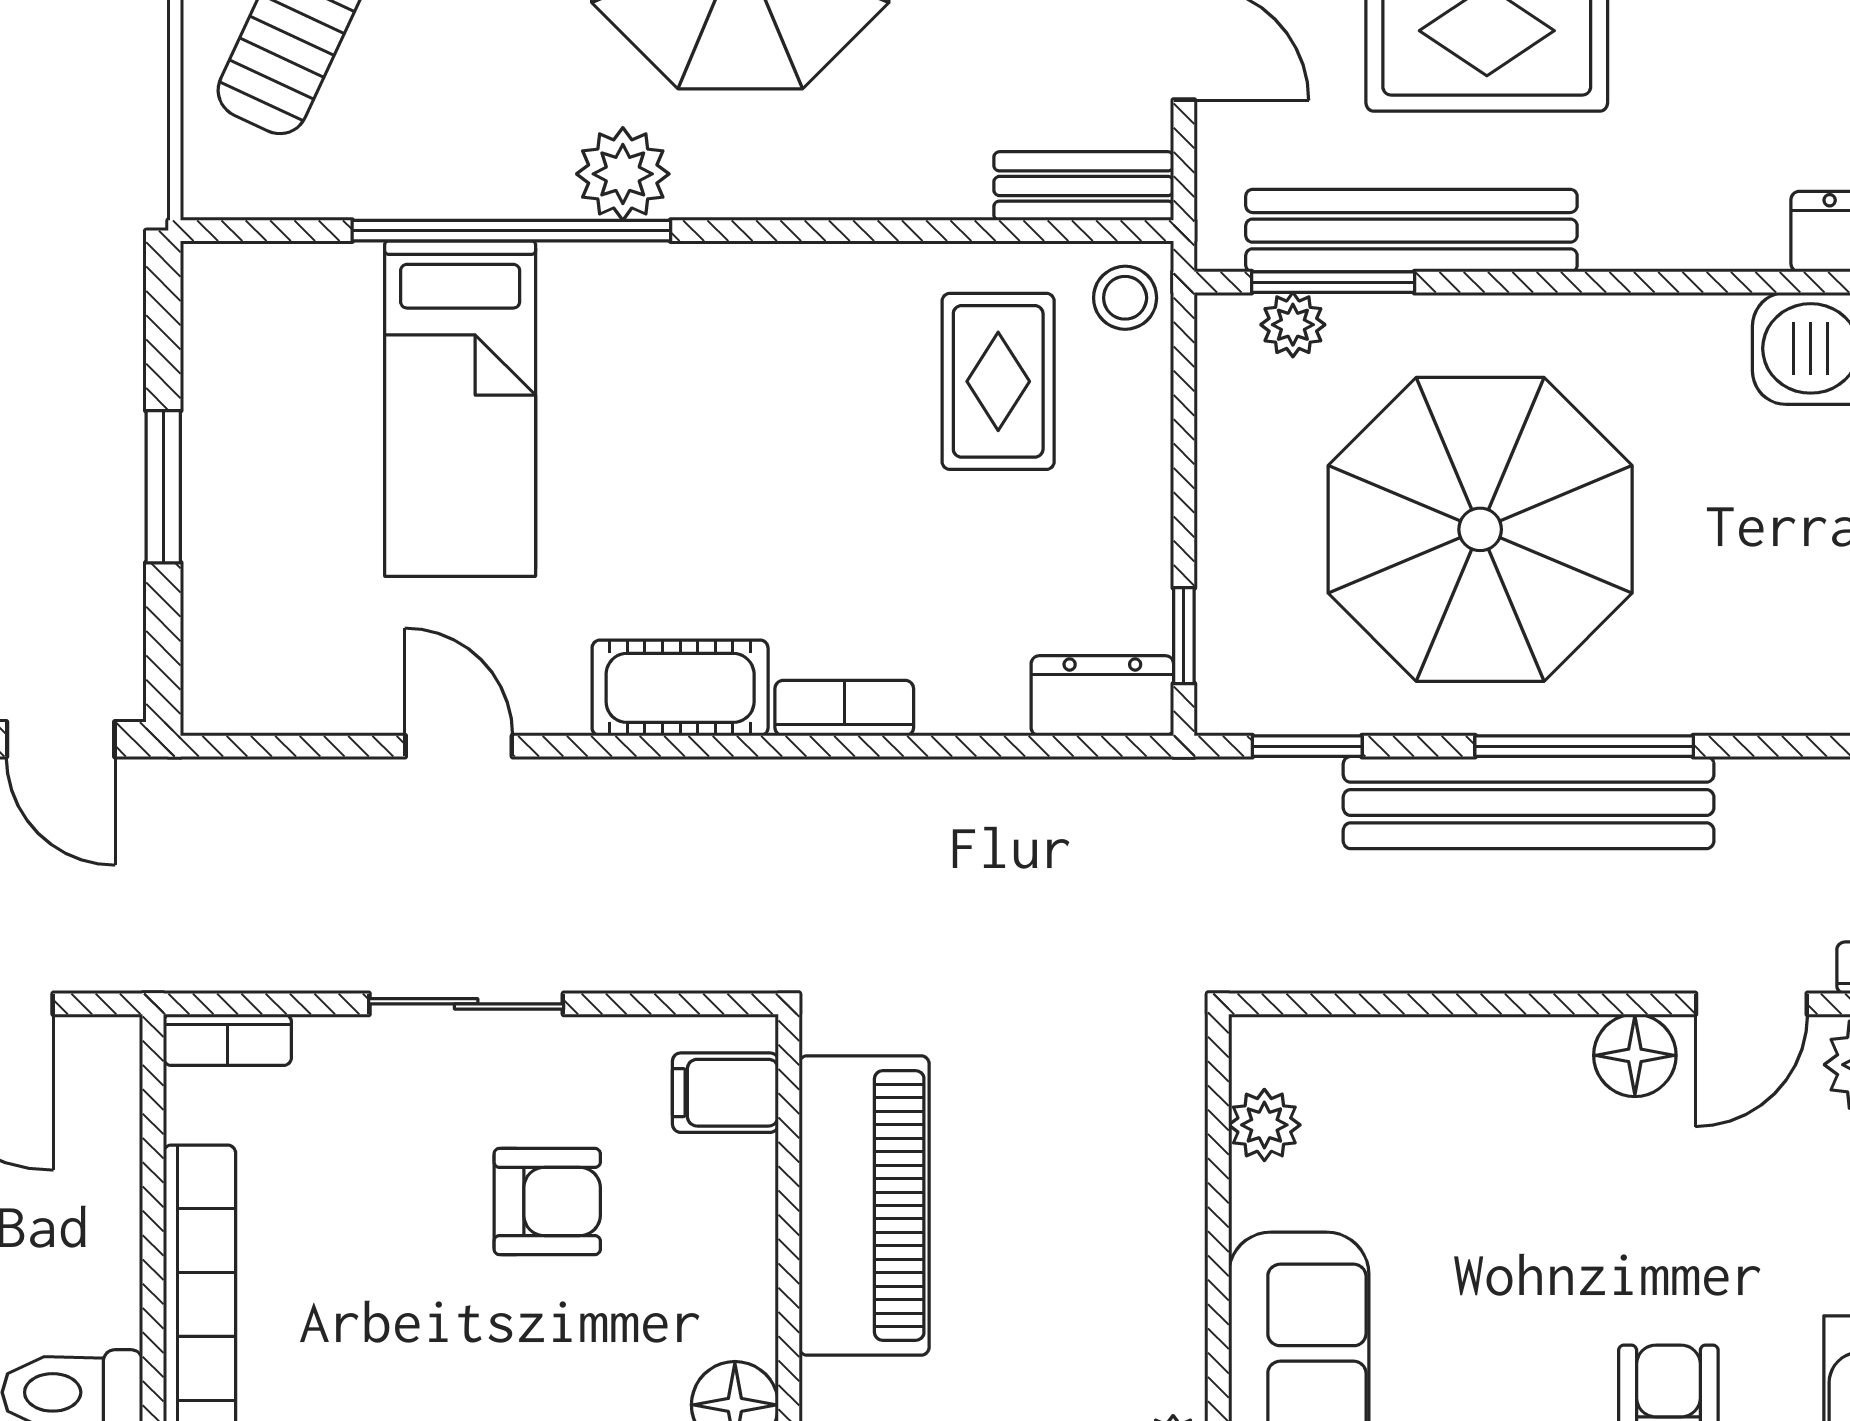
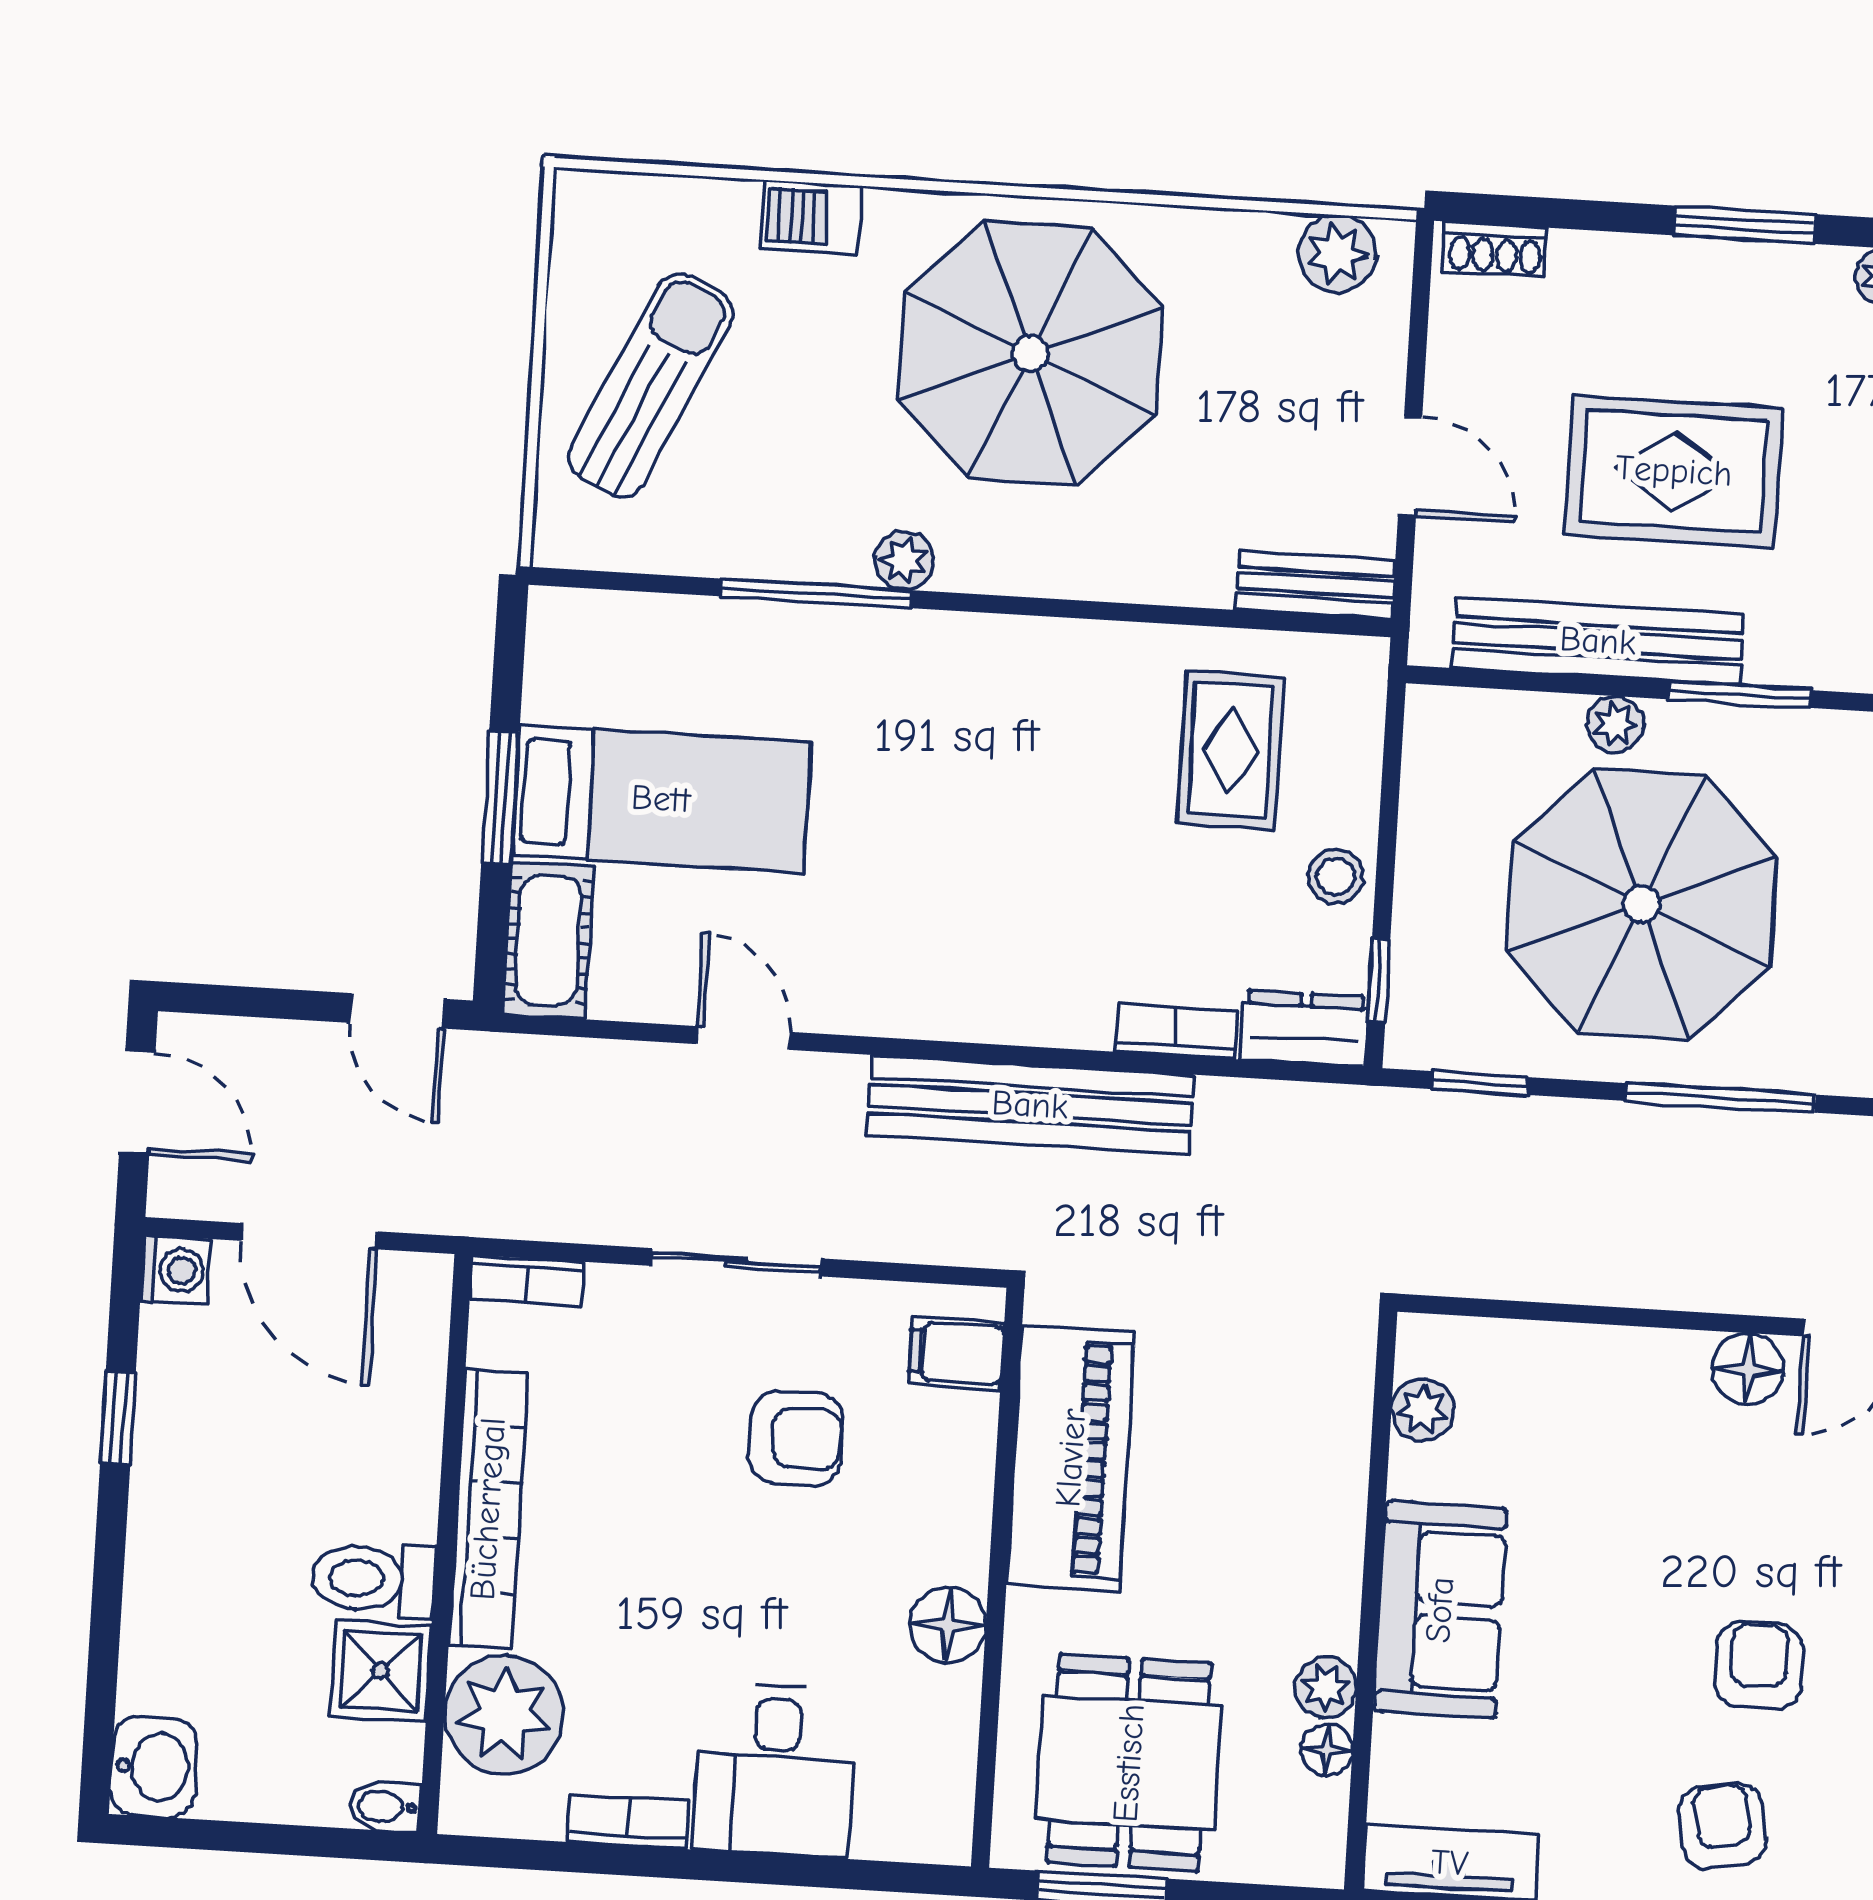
plant: (623, 174) -> (904, 560), width x0.73, depth x0.73
window: (511, 231) -> (816, 593), width x0.68
window: (1333, 282) -> (1740, 695), moved
stool: (1125, 298) -> (1336, 877), moved
plant: (1293, 325) -> (1615, 724), moved
bed: (460, 409) -> (661, 799), moved, turned -90
cot: (680, 688) -> (548, 940), moved, turned 90
bookcase: (844, 708) -> (1176, 1031), moved
bench: (1529, 803) -> (1030, 1105), moved

